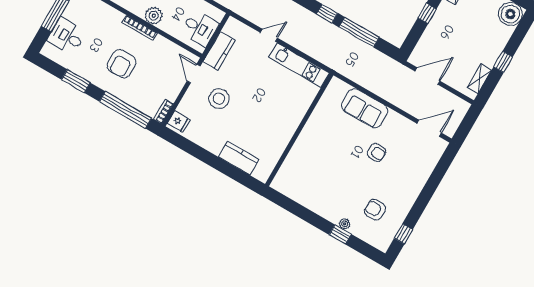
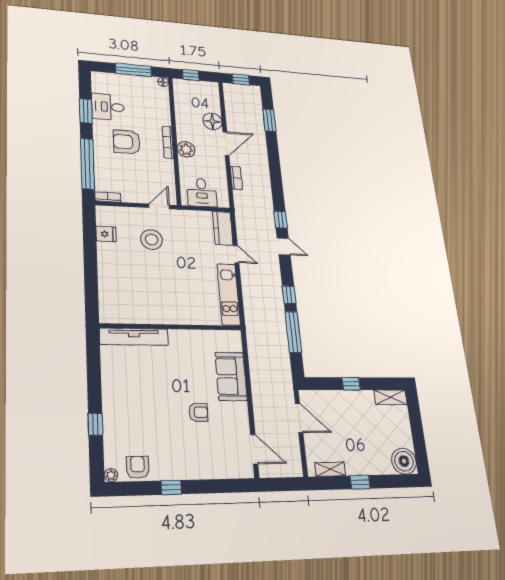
desk: (67, 36) -> (108, 107), moved, turned -90
kitchen counter: (219, 51) -> (223, 228), moved, turned 90
fridge: (179, 121) -> (106, 234), moved, turned -90
armchair: (377, 152) -> (198, 412), turned -93
kitchen counter: (239, 158) -> (108, 286), removed
tv unit: (291, 164) -> (134, 337), added
armchair: (375, 210) -> (138, 467), moved
plant: (345, 224) -> (111, 475), moved
window: (403, 234) -> (171, 487), moved

